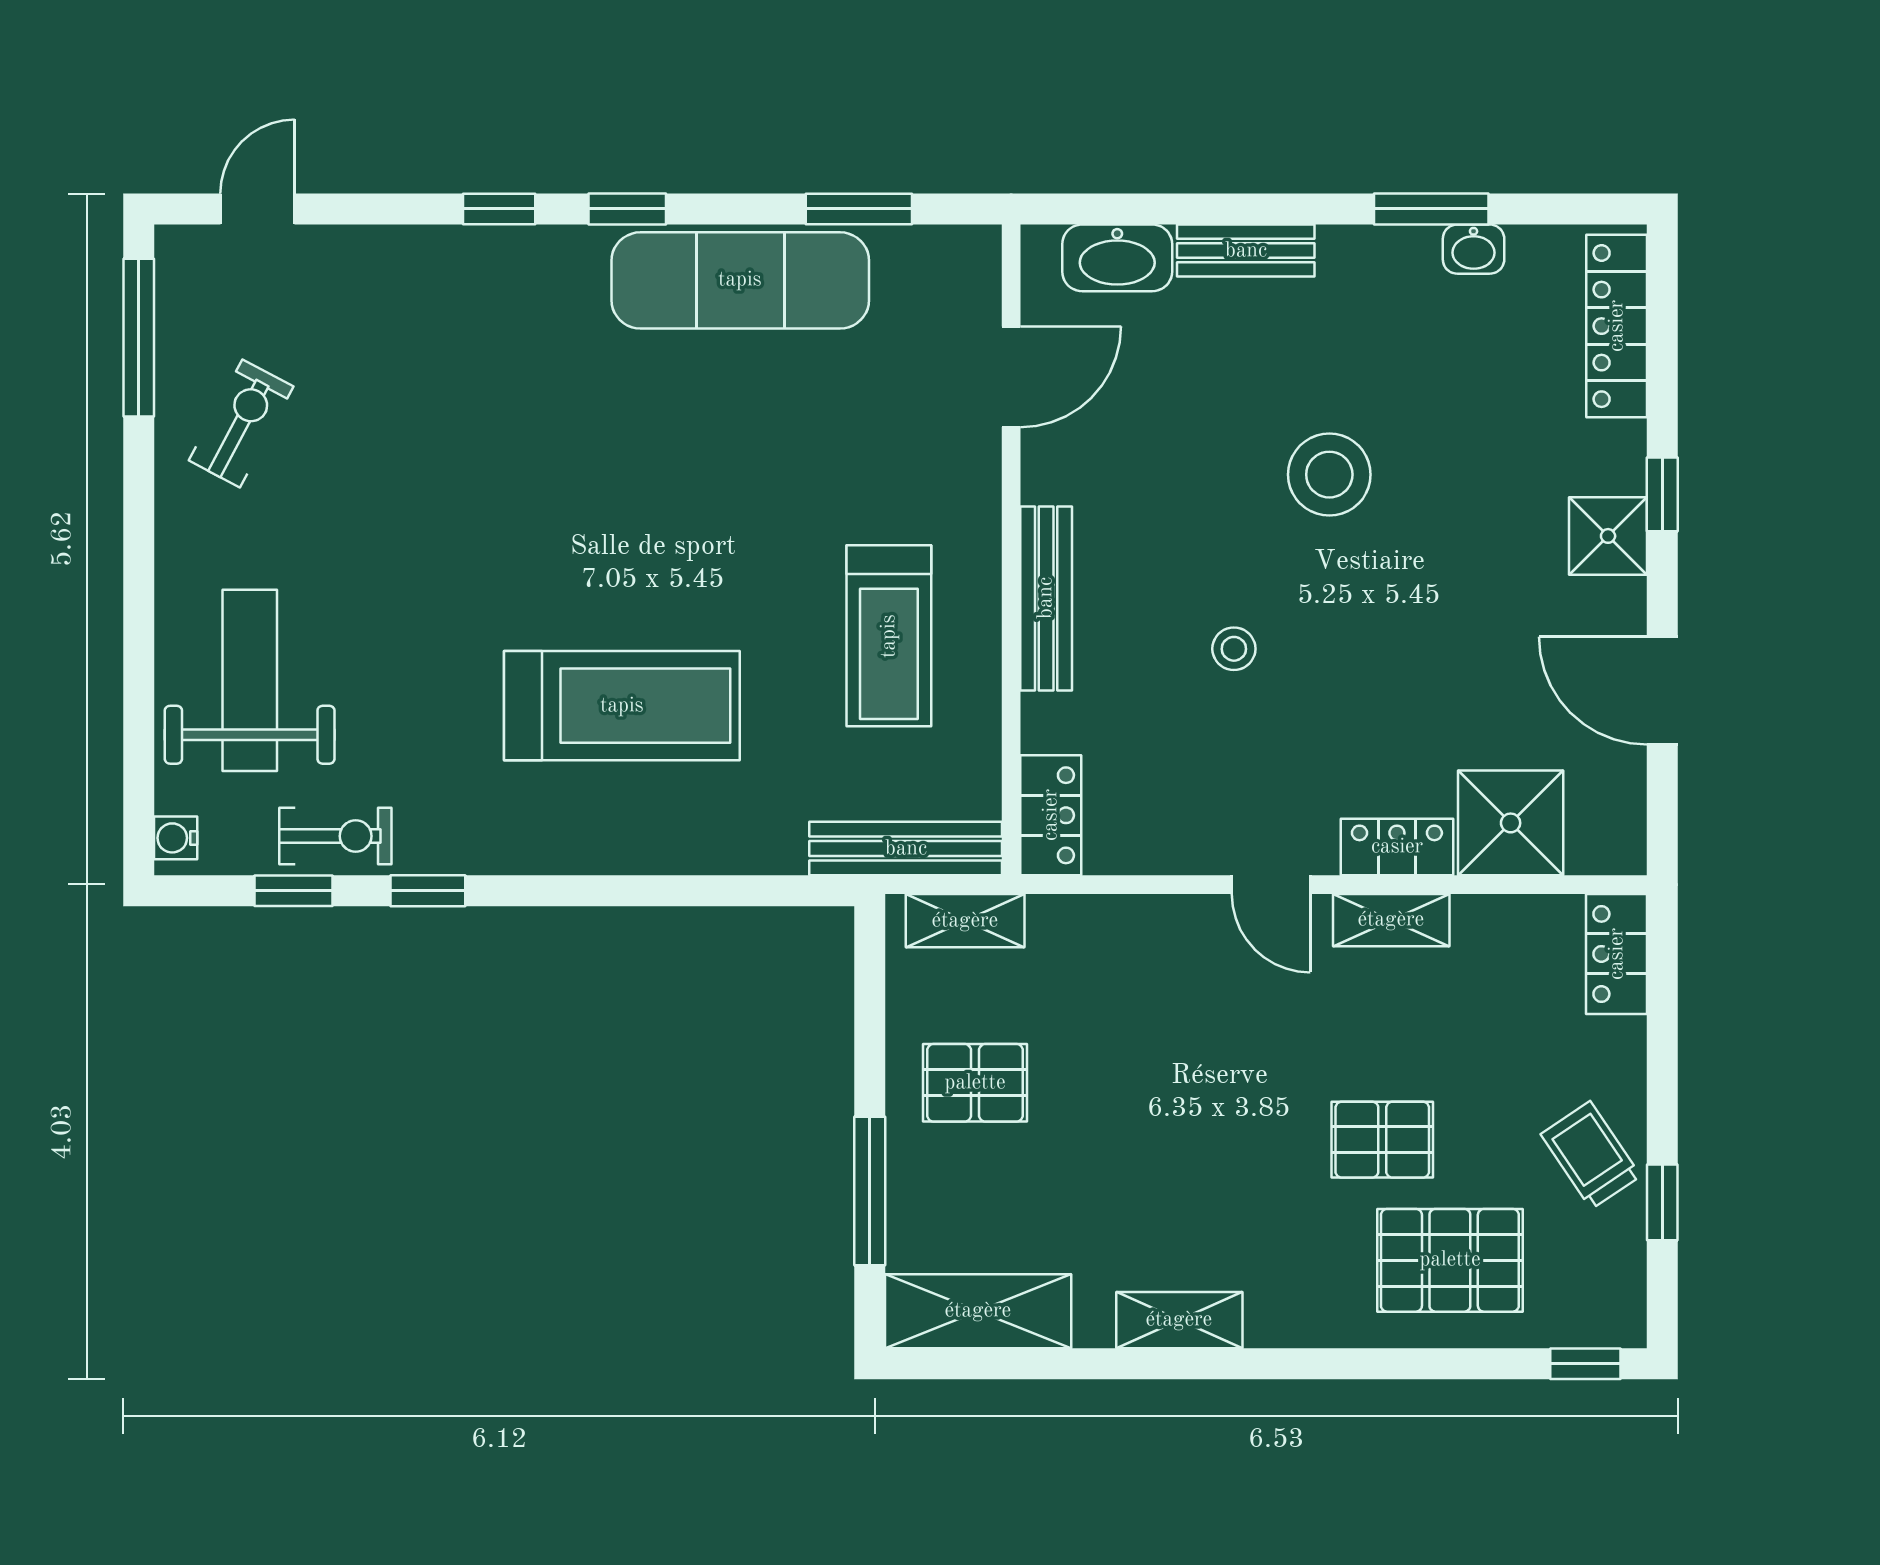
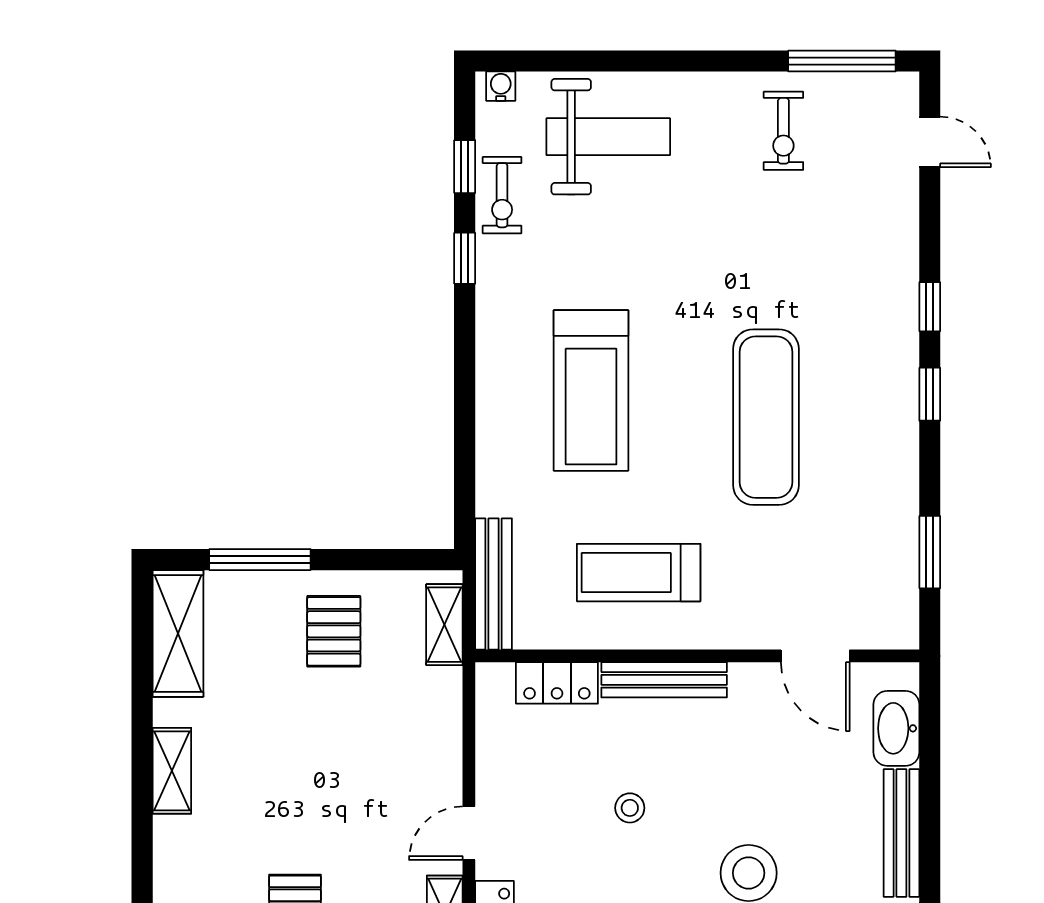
bench: (1246, 251) -> (901, 833), width x1.36
exercise mat: (740, 280) -> (766, 417), moved
exercise bike: (241, 423) -> (783, 131), turned 62
locker: (1051, 815) -> (557, 683), moved

